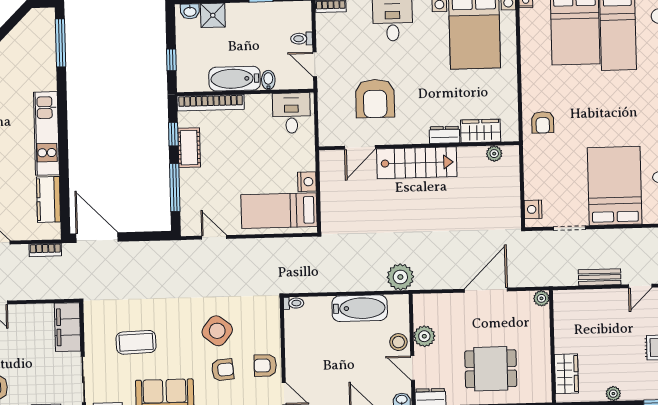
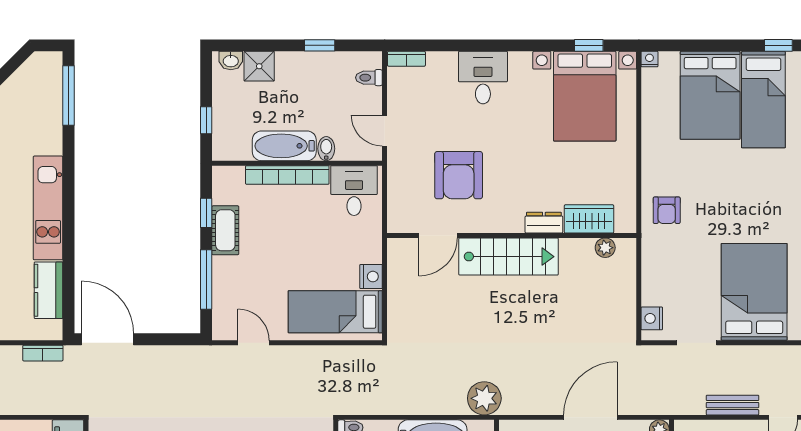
toilet: (302, 39) -> (369, 78), moved
bookcase: (211, 103) -> (287, 175), moved

